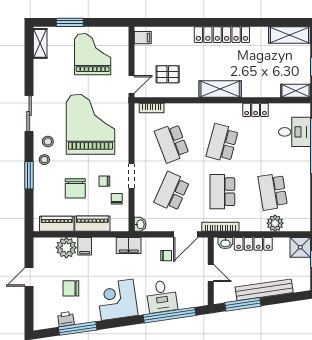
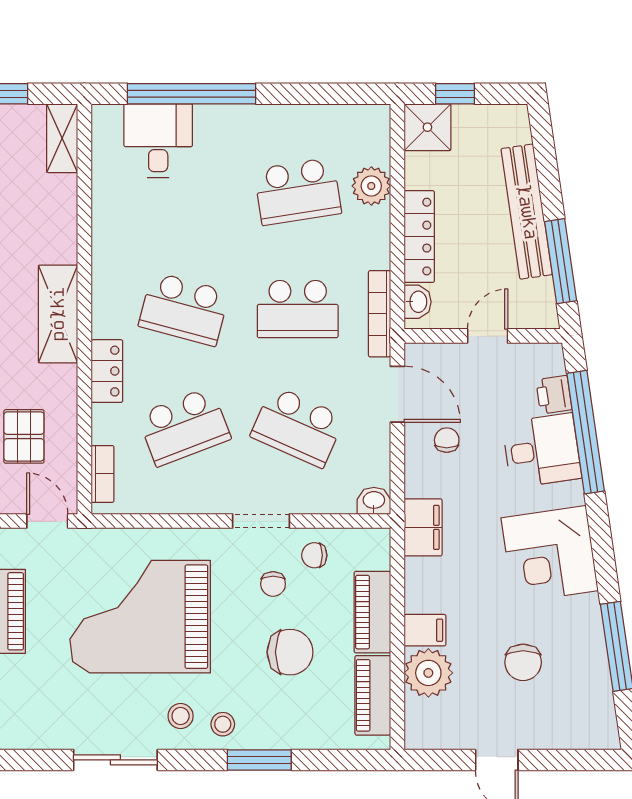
locker: (256, 110) -> (107, 371), moved
printer: (66, 319) -> (554, 395), moved

